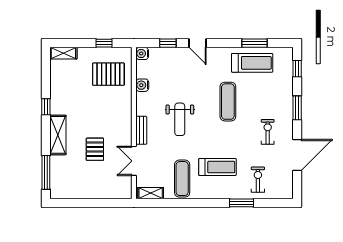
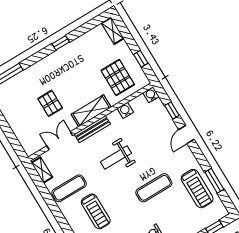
bench: (141, 130) -> (92, 129), width x1.36
shelving: (58, 135) -> (91, 111), moved
pallet: (95, 149) -> (50, 103), turned 90

